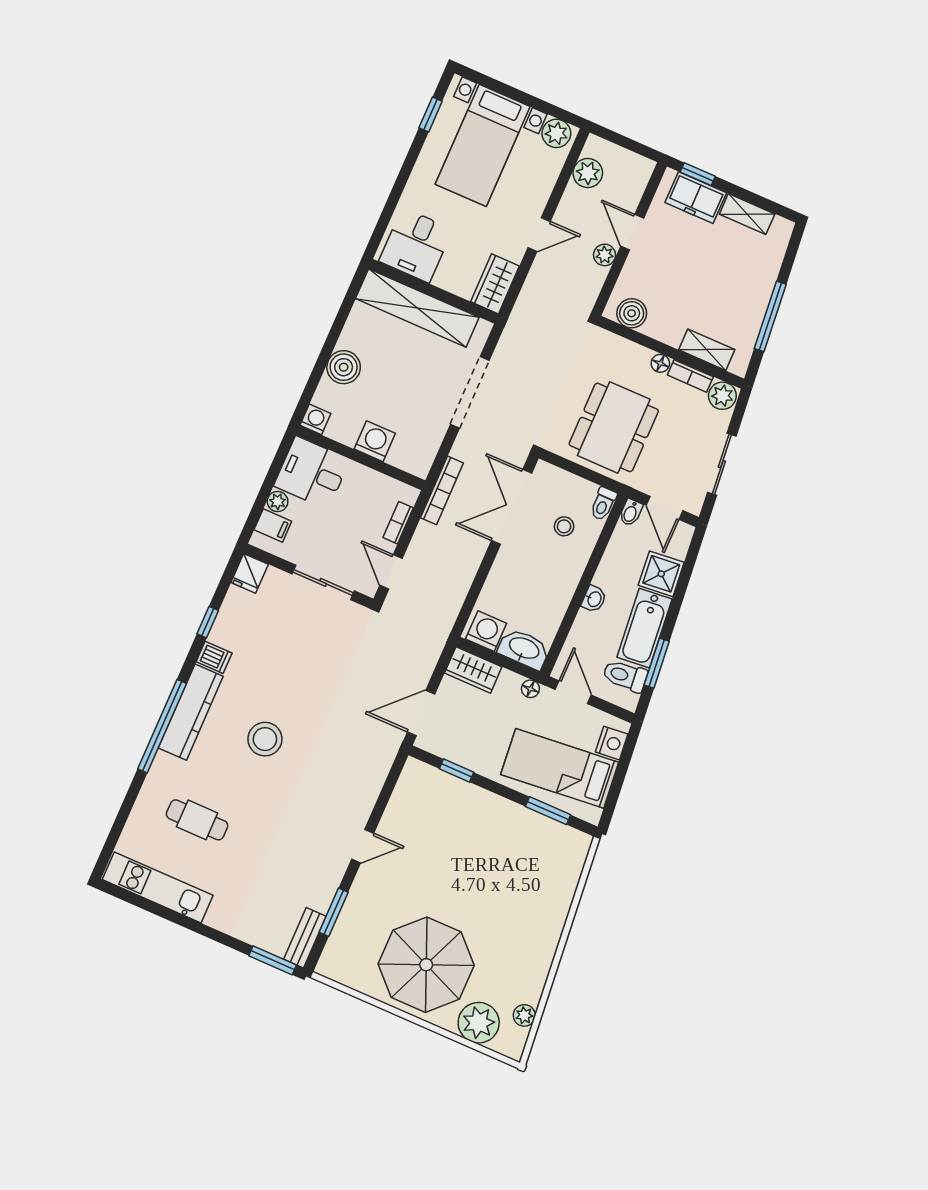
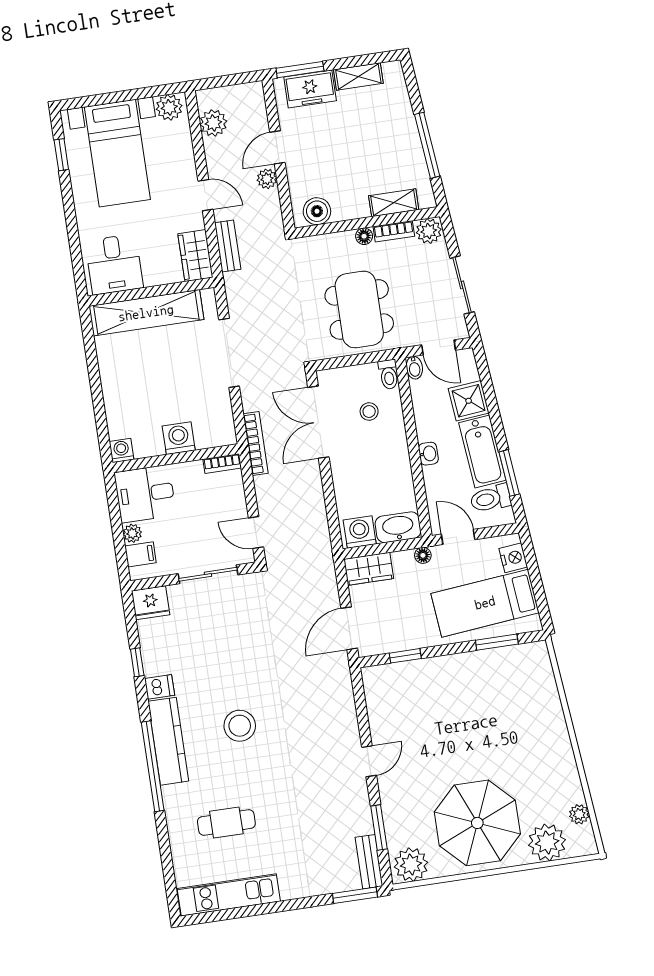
window: (698, 174) -> (300, 70), width x1.50
door: (632, 232) -> (277, 147), hinge flipped
door: (539, 234) -> (206, 195), hinge flipped
bench: (530, 294) -> (228, 246), added
boiler: (344, 367) -> (118, 396), removed
bookcase: (398, 523) -> (222, 464), moved, turned -90
fridge: (250, 573) -> (151, 603), width x1.38
plant: (342, 965) -> (411, 865), added

